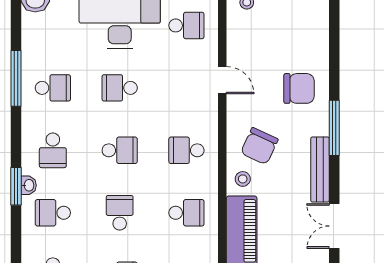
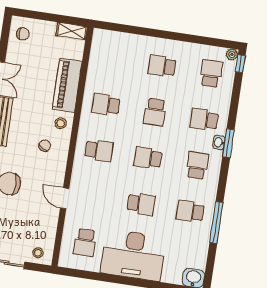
school desk: (186, 25) -> (85, 242), turned -90
chair: (259, 146) -> (45, 146), width x0.54, depth x0.54
school desk: (53, 213) -> (204, 119), turned 180

